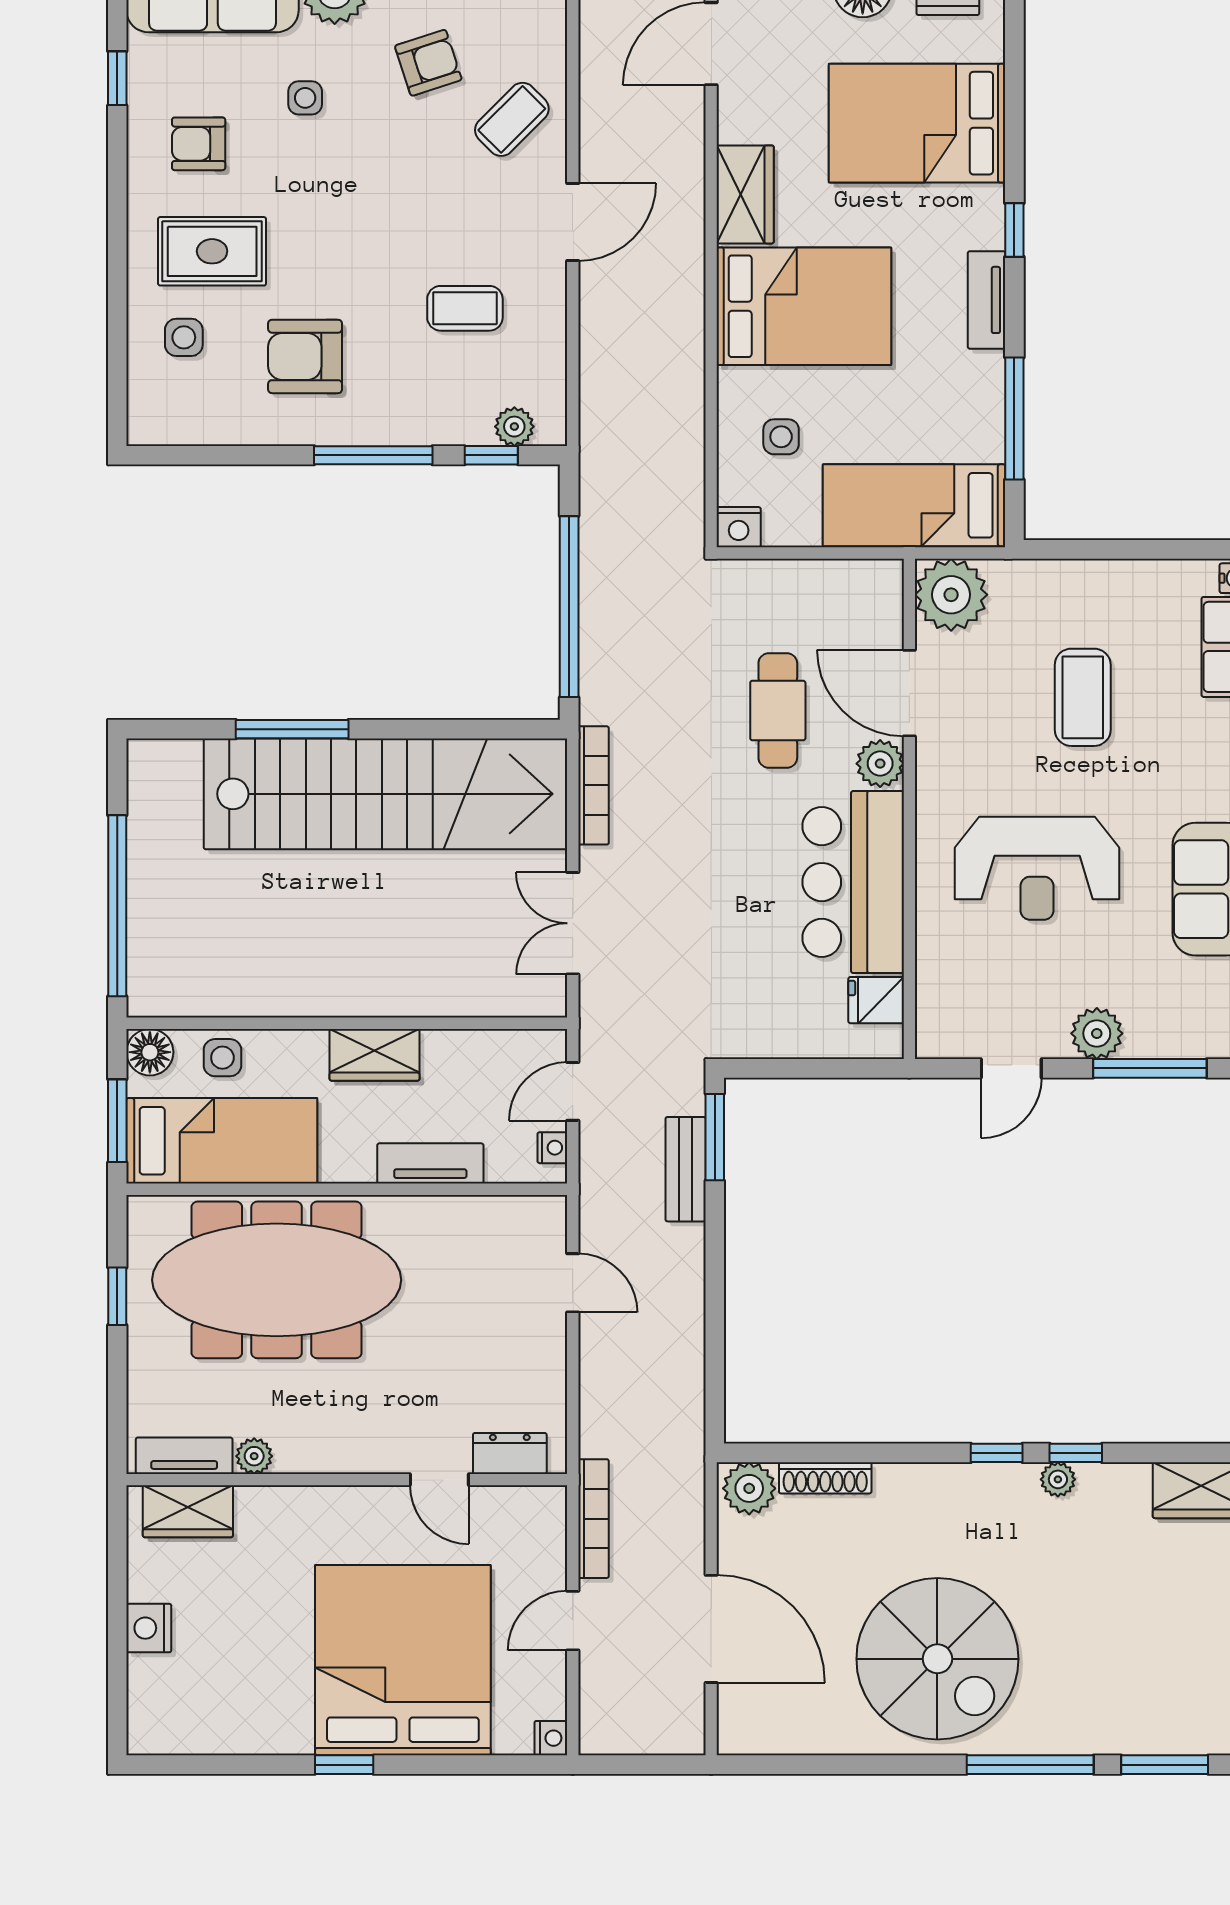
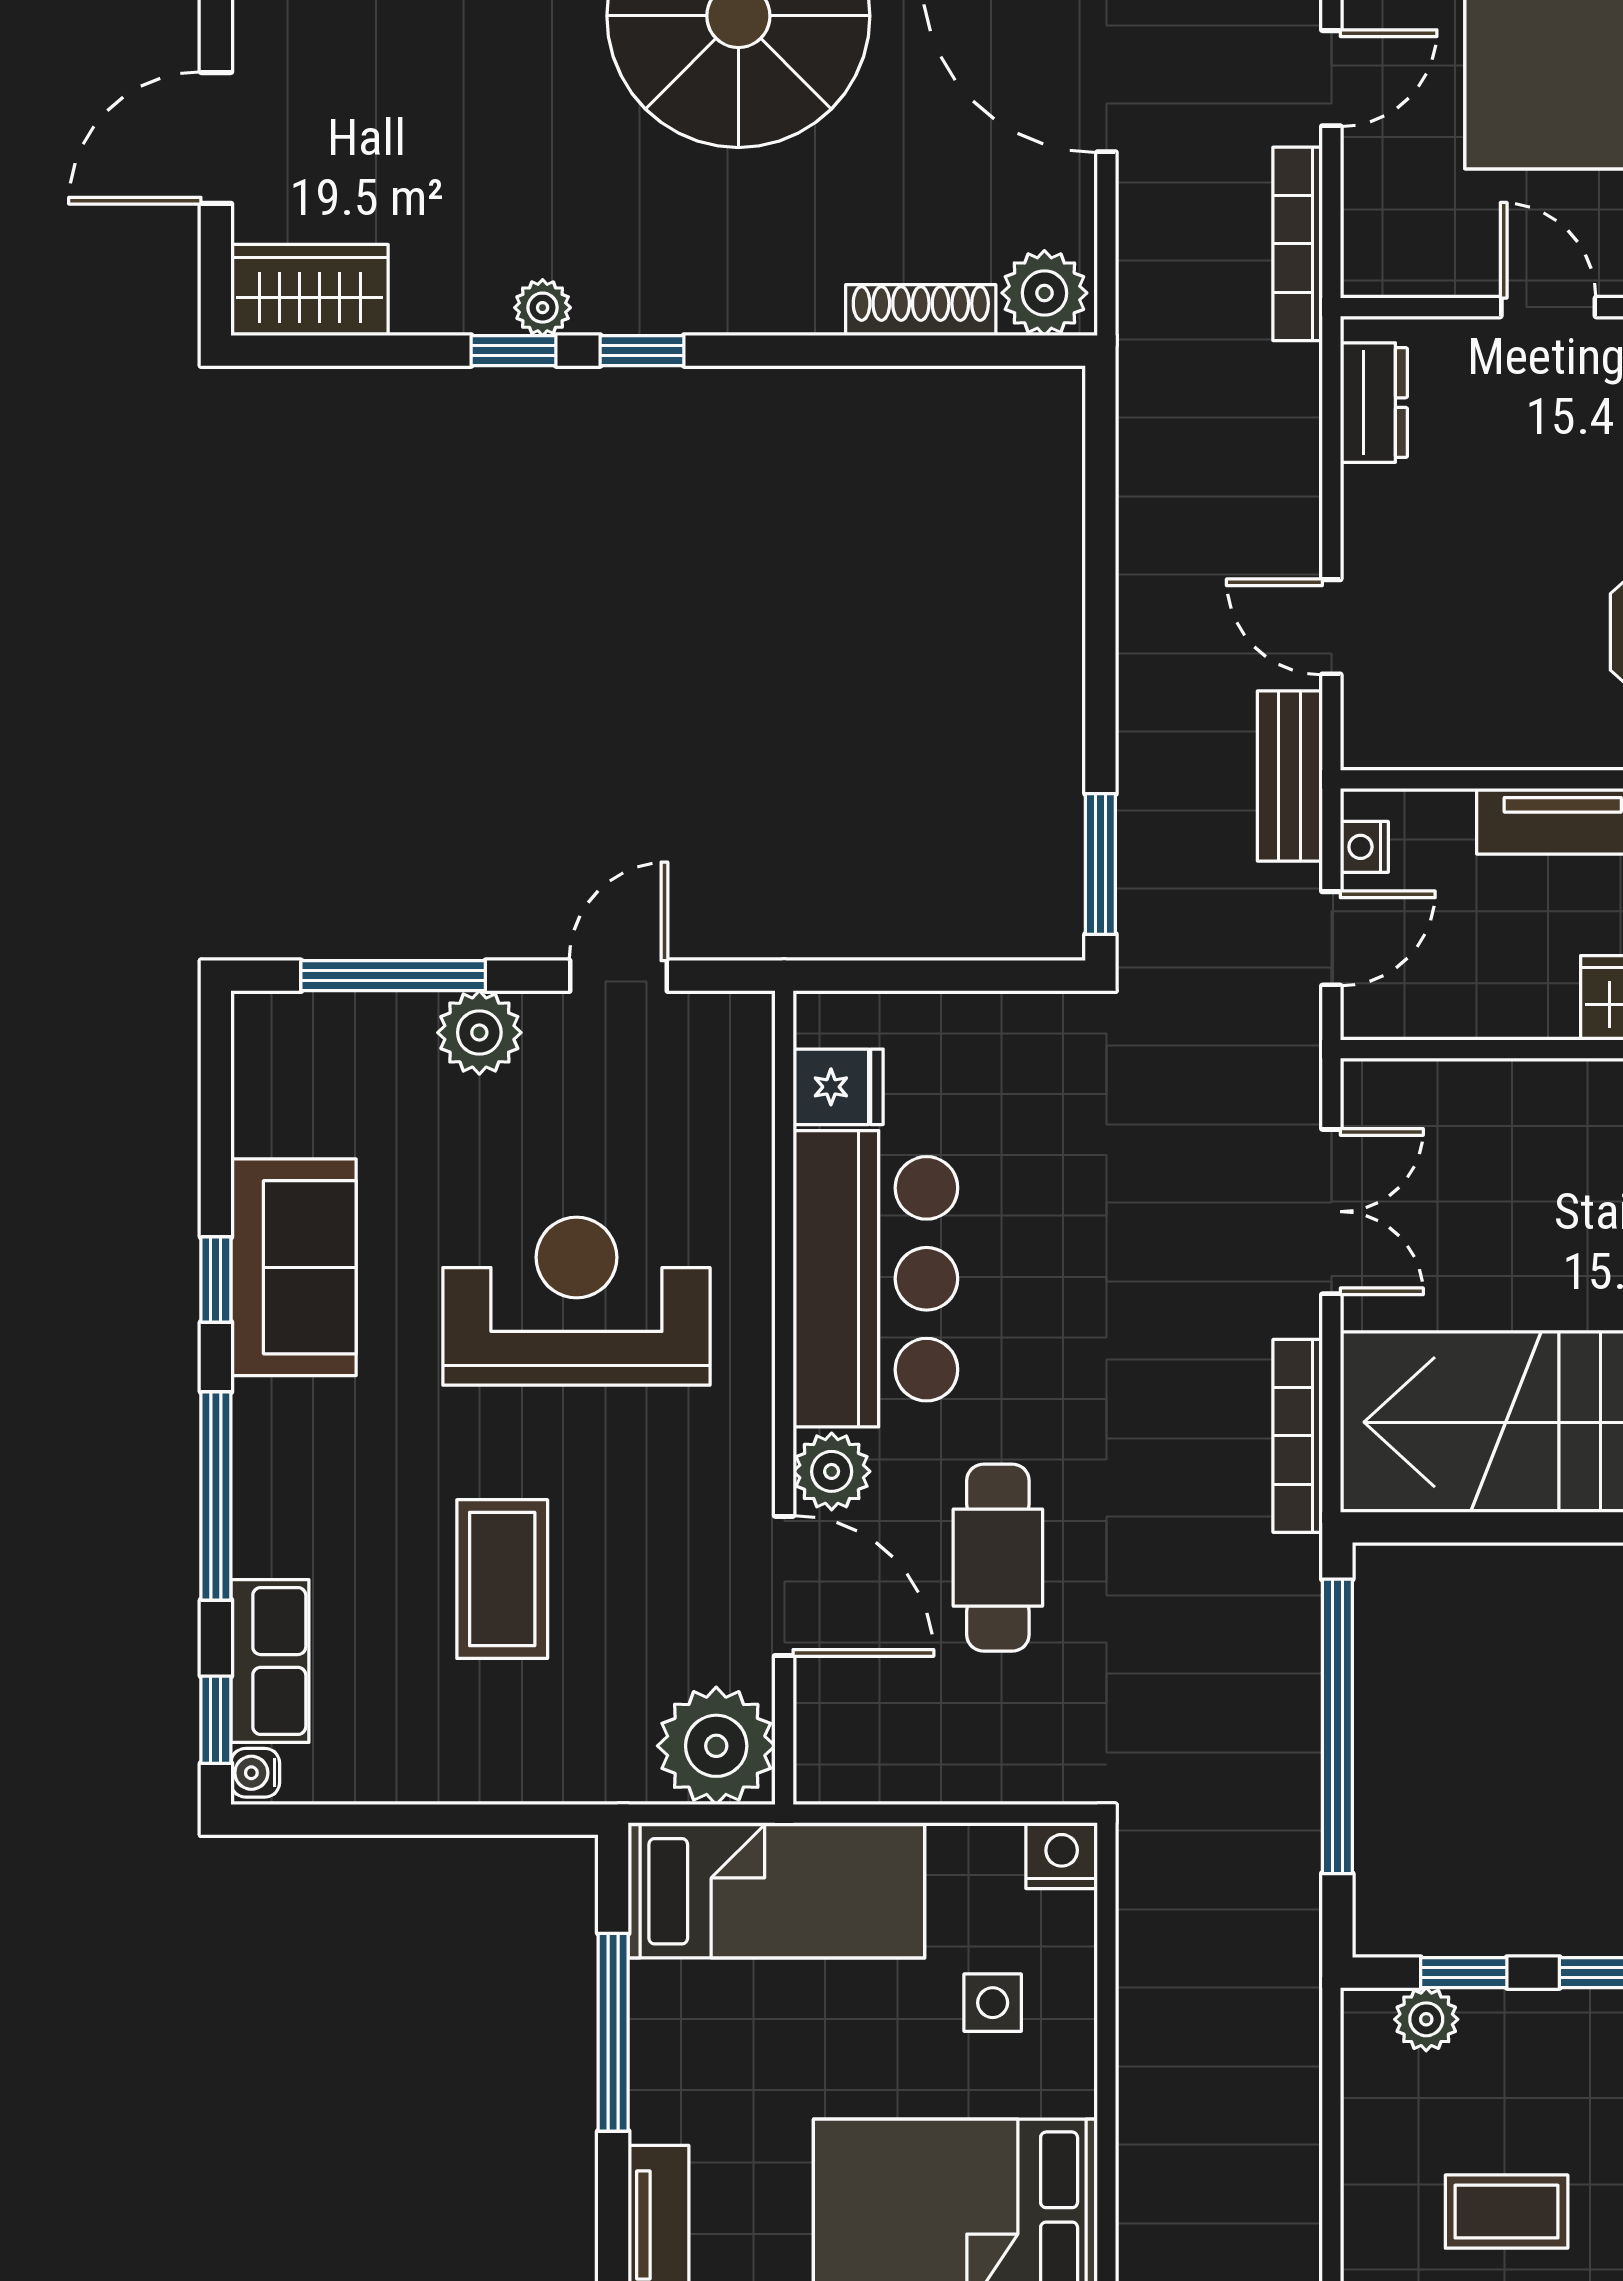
bench: (686, 1169) -> (1290, 776), moved
dresser: (510, 1453) -> (1374, 403), moved, turned -90

